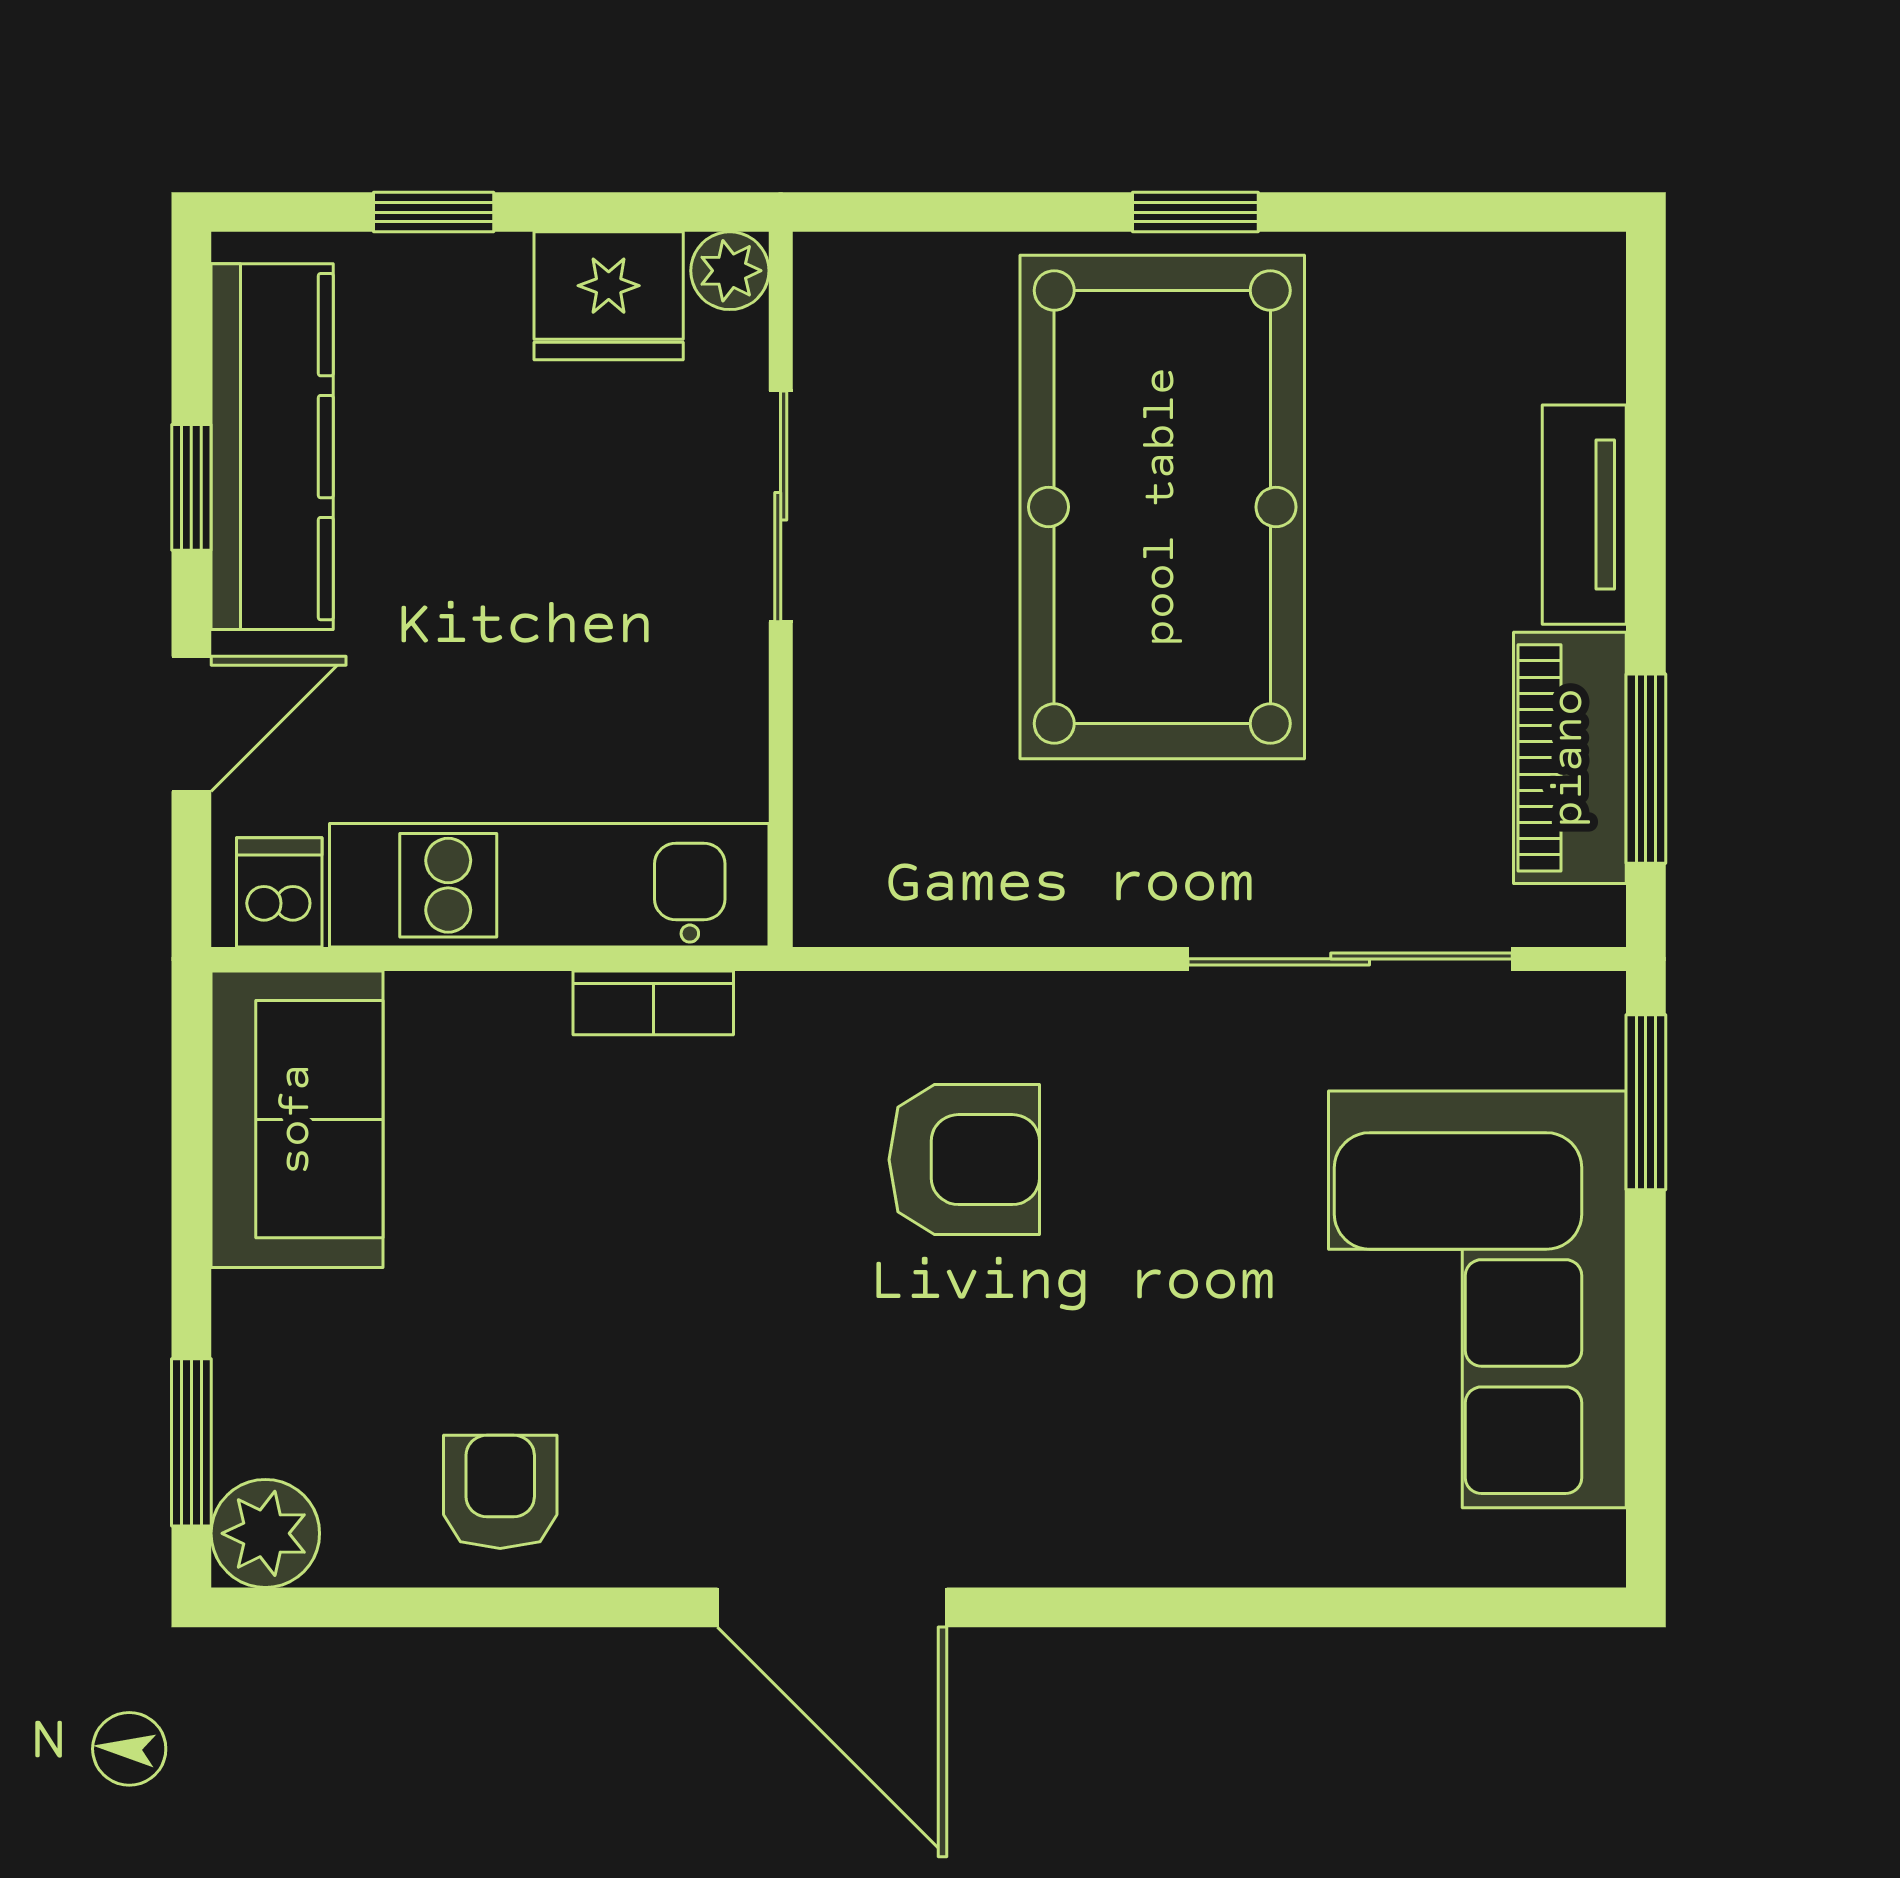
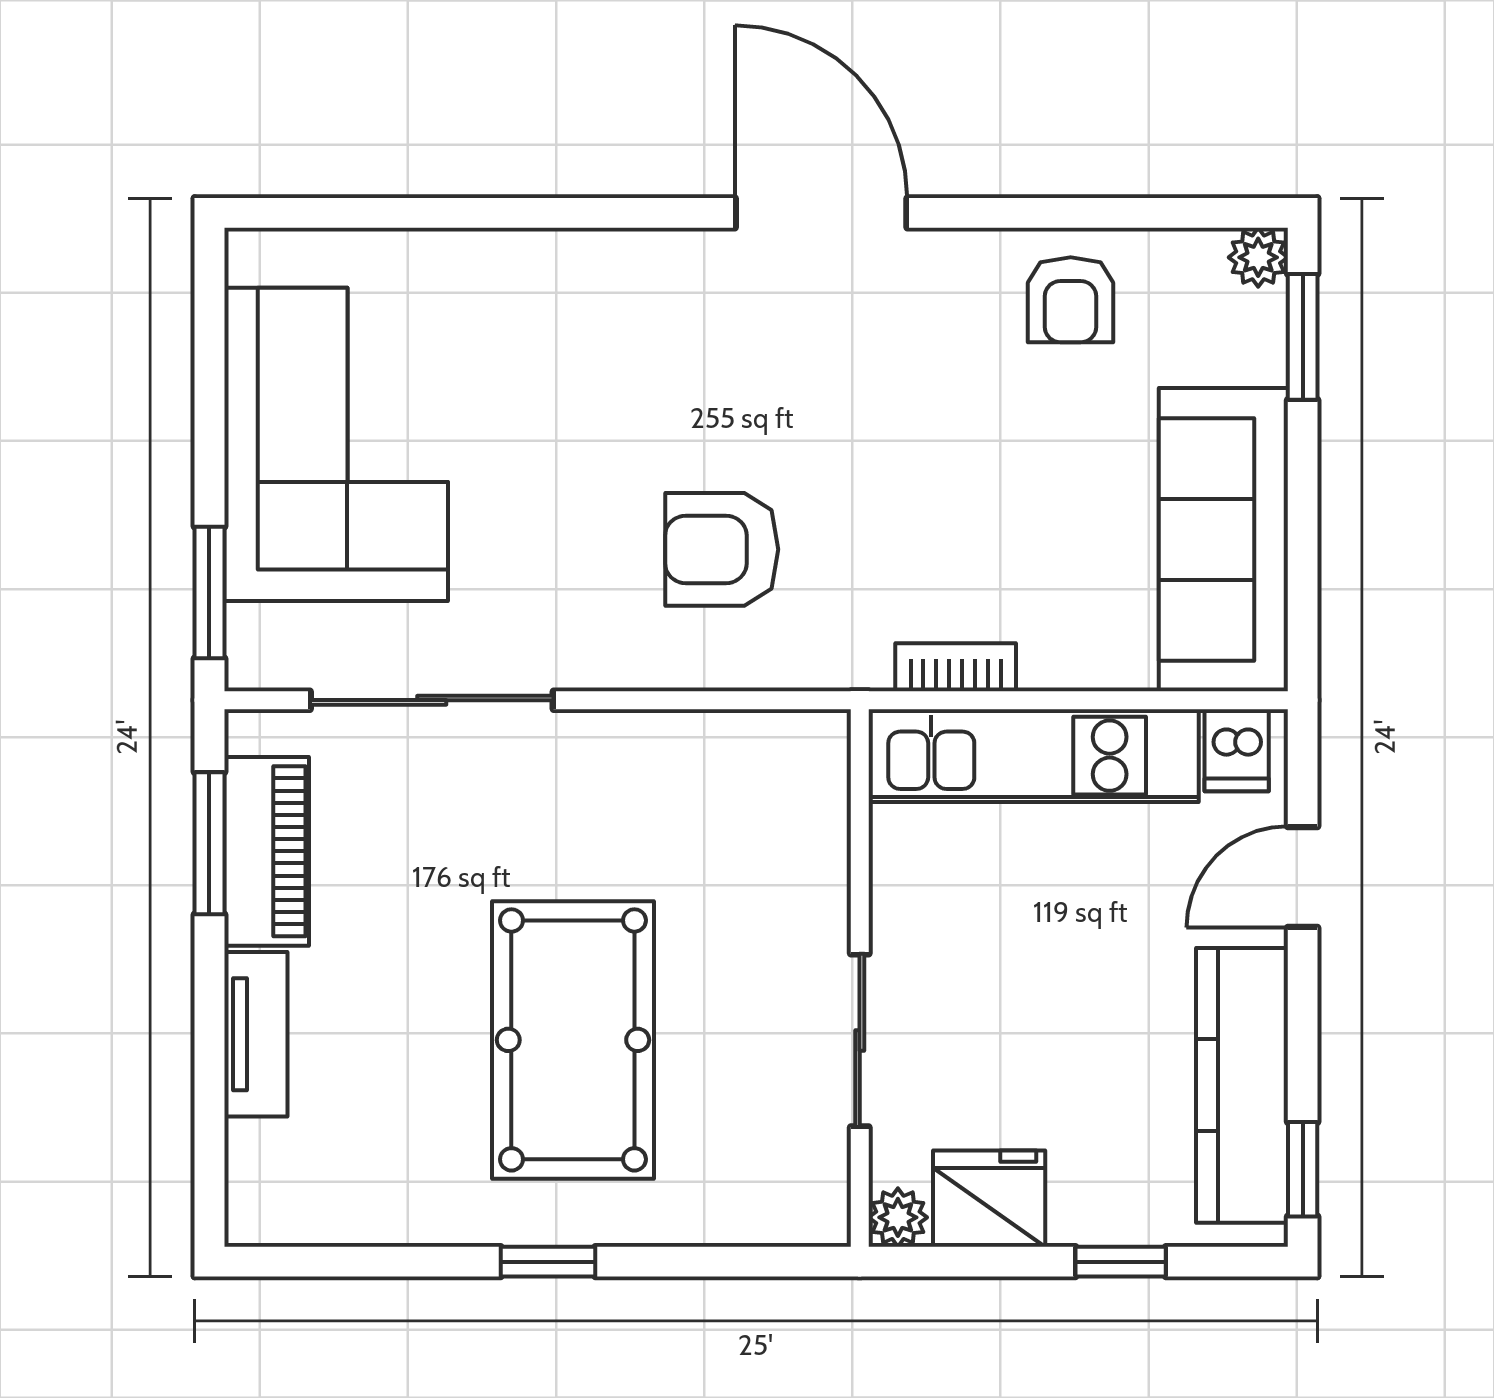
window: (191, 487) -> (1303, 1169), moved
pool table: (1162, 507) -> (573, 1040), width x0.73, depth x0.76
sofa: (297, 1119) -> (1223, 540), width x1.36
plant: (265, 1533) -> (1258, 257), width x0.73, depth x0.73

